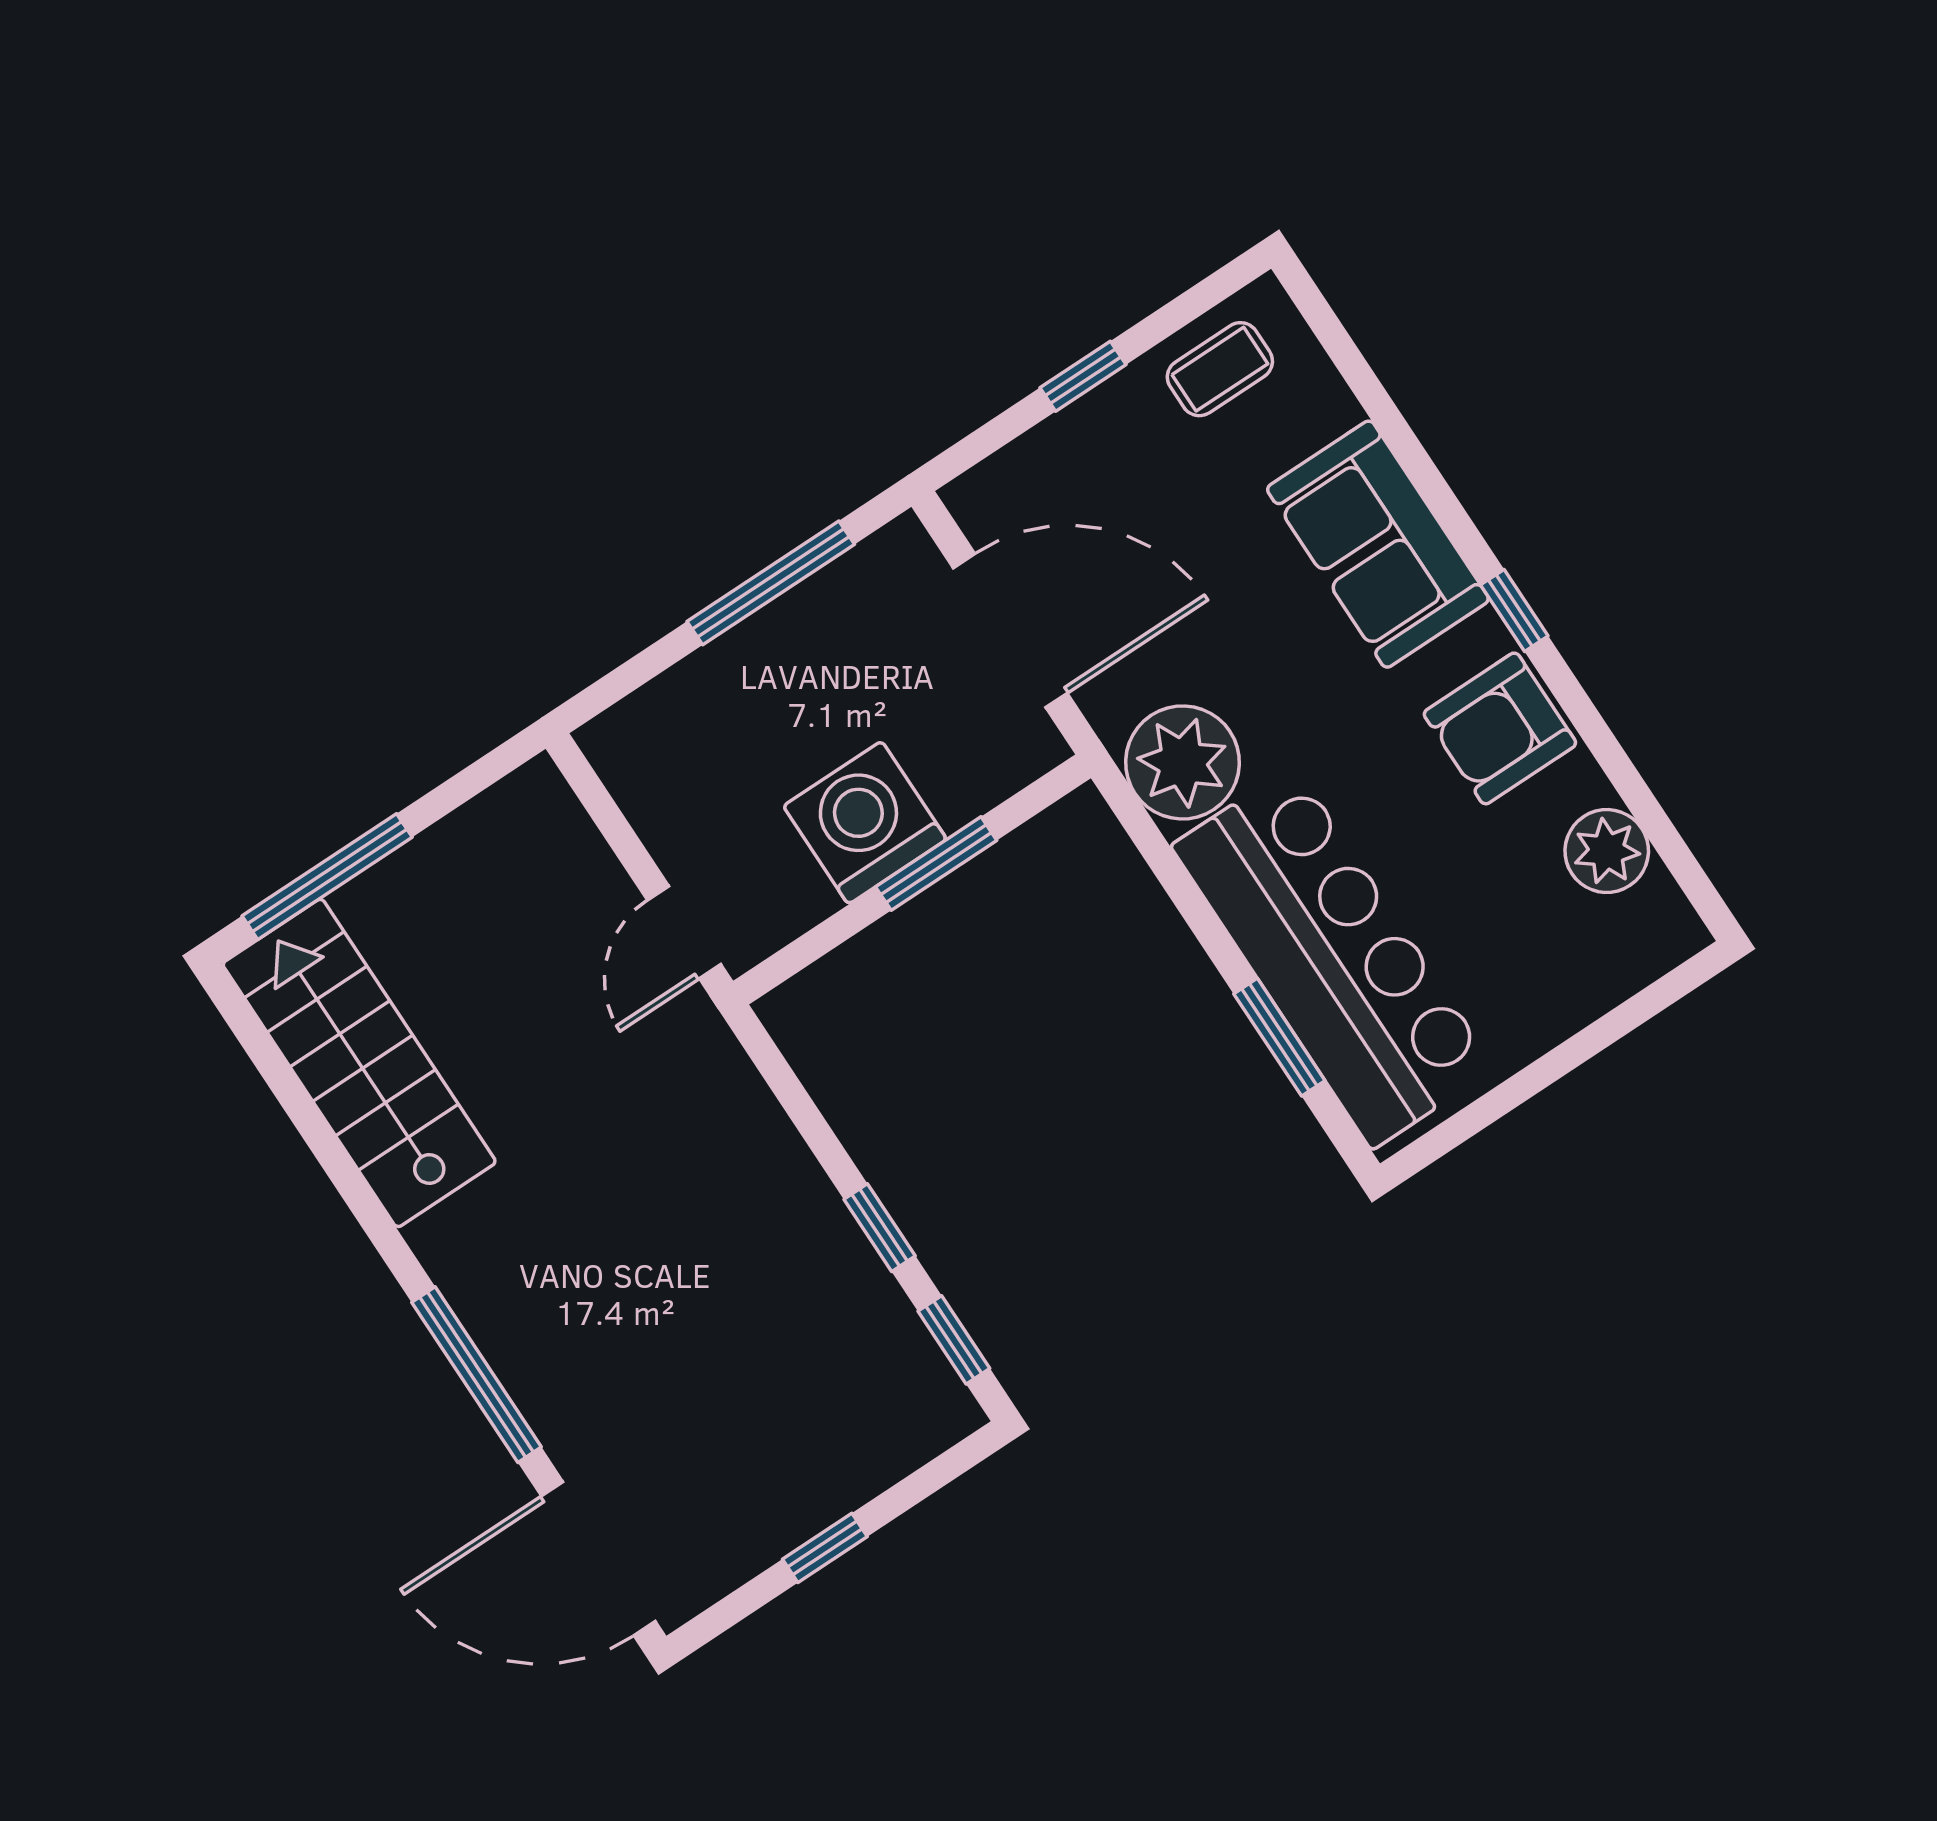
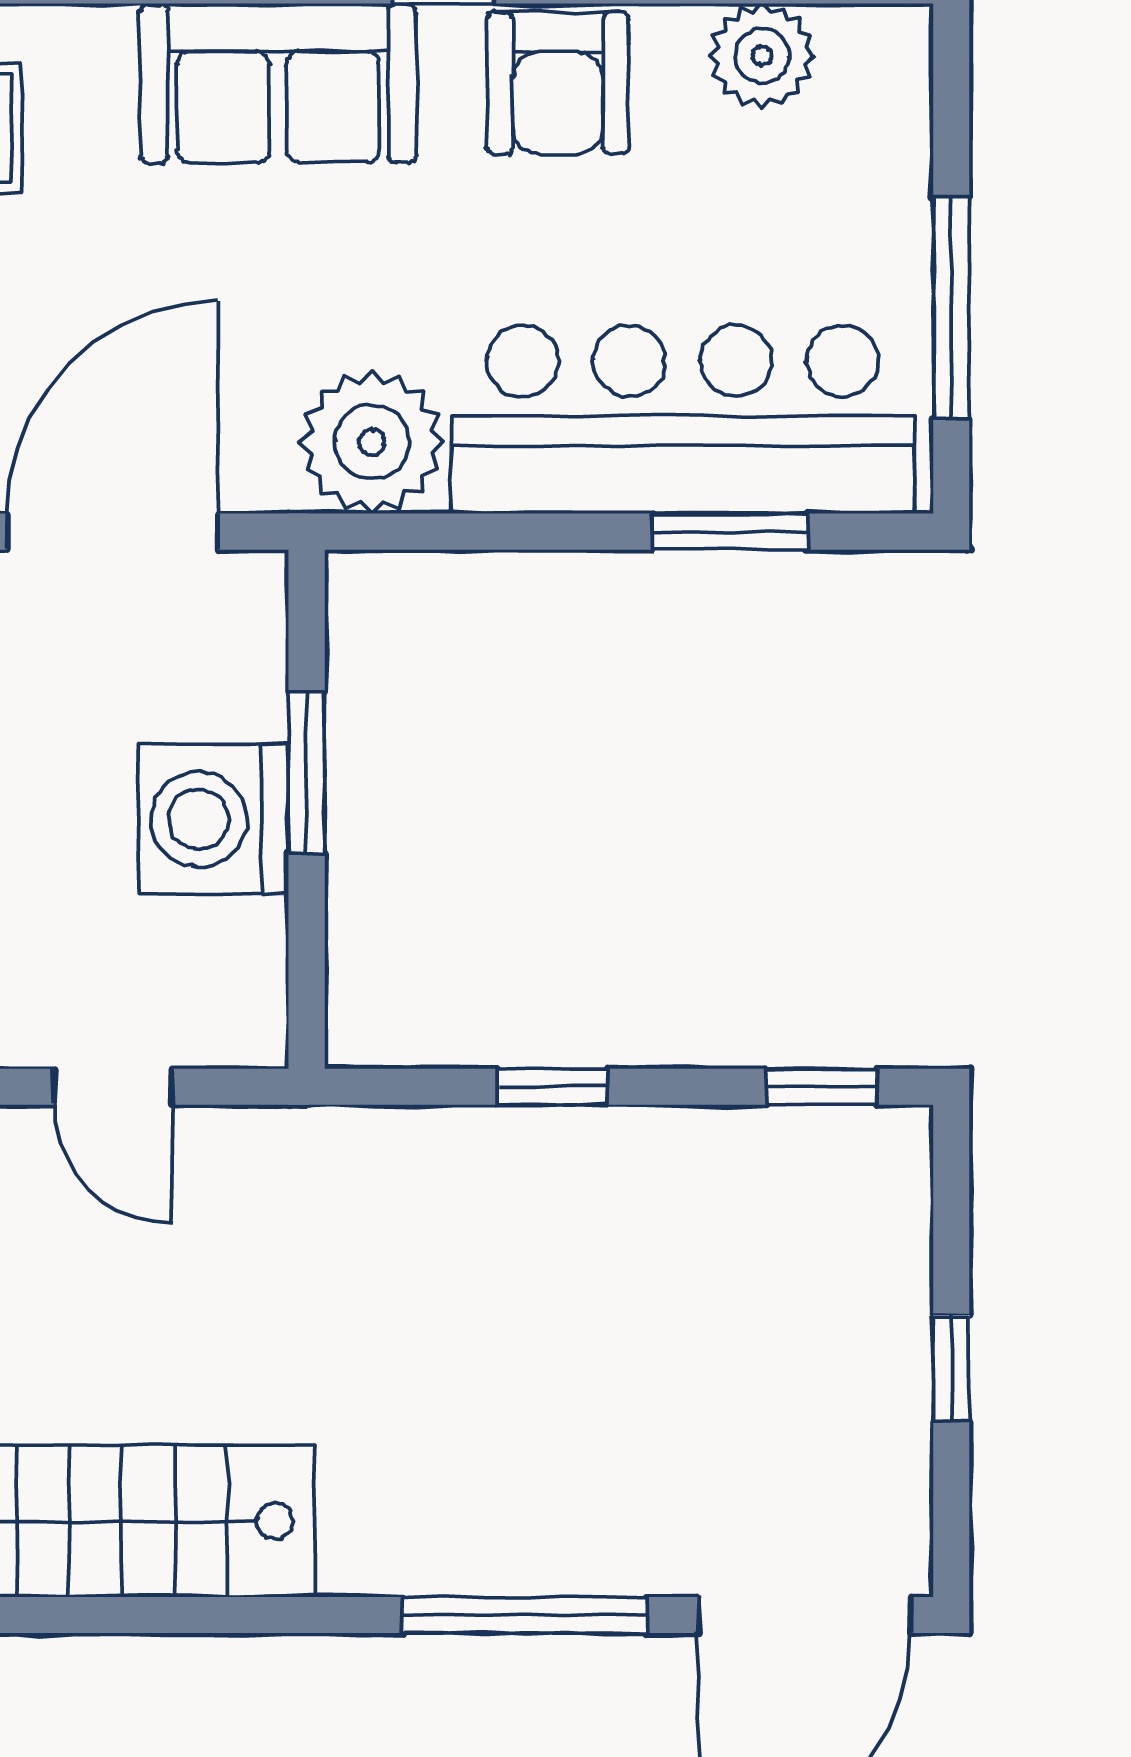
door: (684, 932) -> (113, 1087), moved
window: (1523, 1086) -> (951, 308), added
window: (880, 1228) -> (553, 1087), moved

